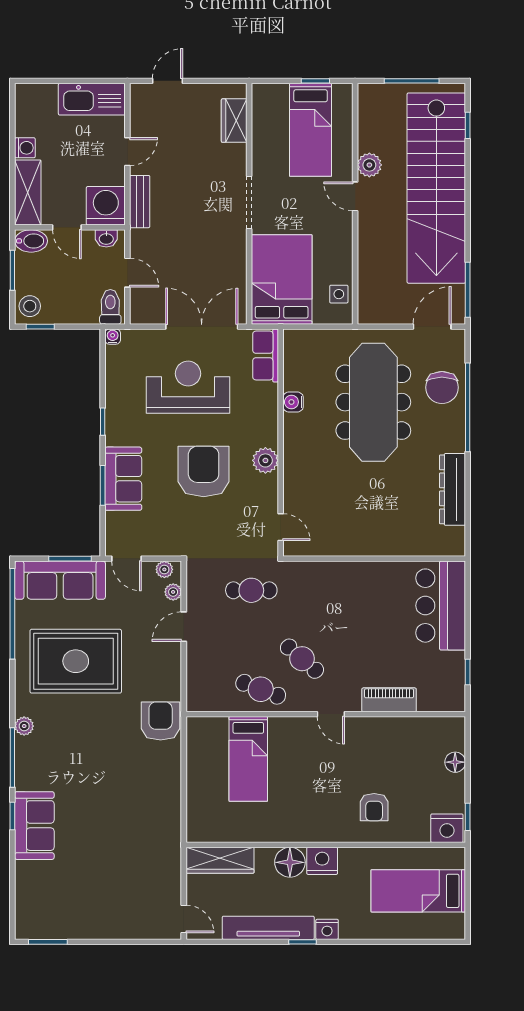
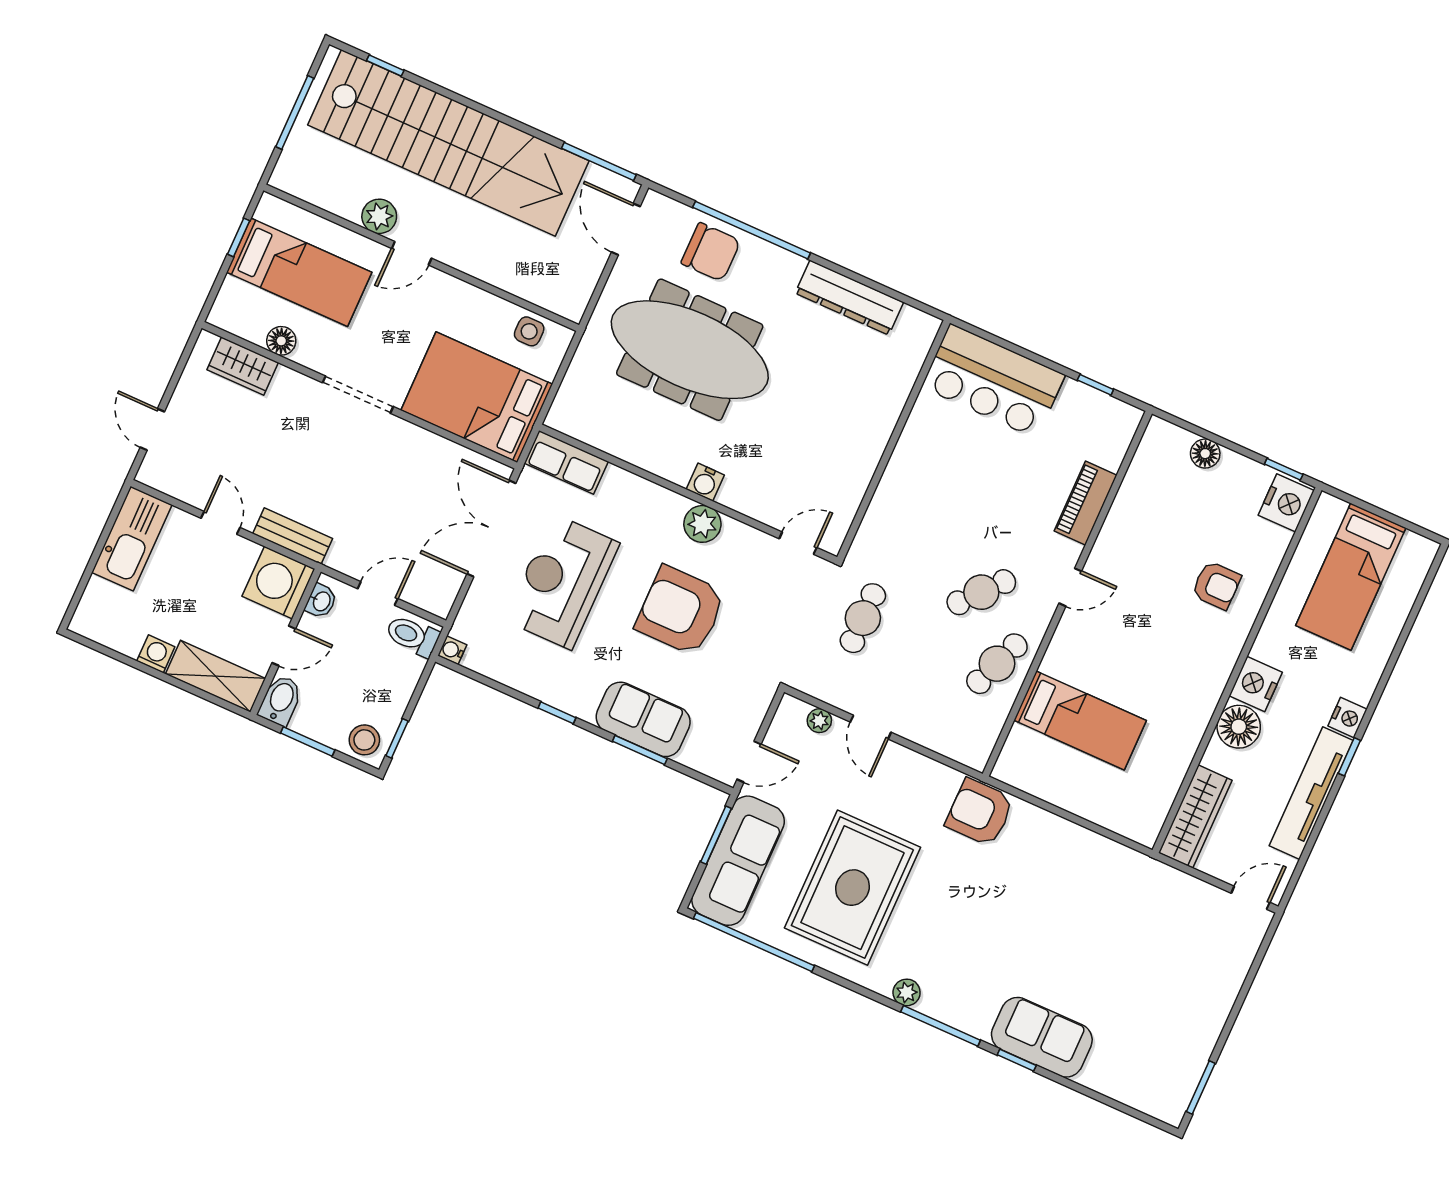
floor lamp: (261, 138) -> (281, 341), added
water cooler: (293, 402) -> (705, 482), moved
plant: (164, 569) -> (785, 719), removed

